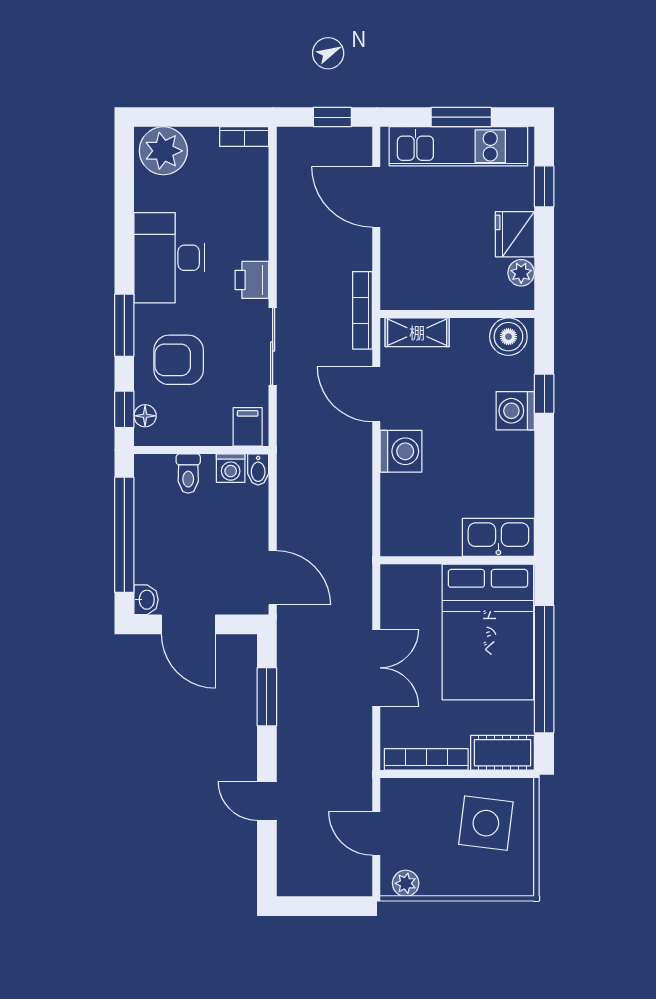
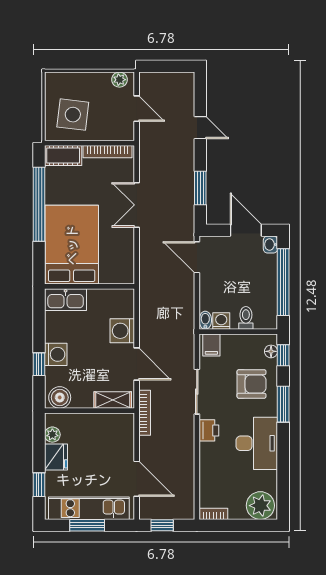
kitchen sink: (498, 537) -> (66, 300), moved
wall: (457, 560) -> (89, 286), moved
bed: (488, 632) -> (72, 245), moved

